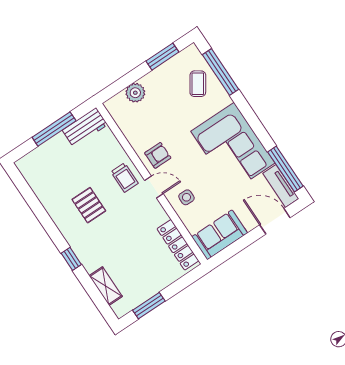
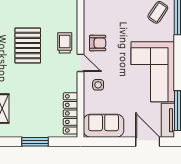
trolley: (124, 178) -> (65, 43), turned 180
pallet: (89, 205) -> (28, 45), width x1.50, depth x1.42
window: (149, 306) -> (35, 142), moved

